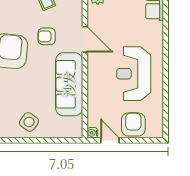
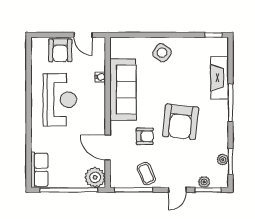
door: (85, 39) -> (108, 148), moved
water cooler: (92, 133) -> (100, 77), moved

